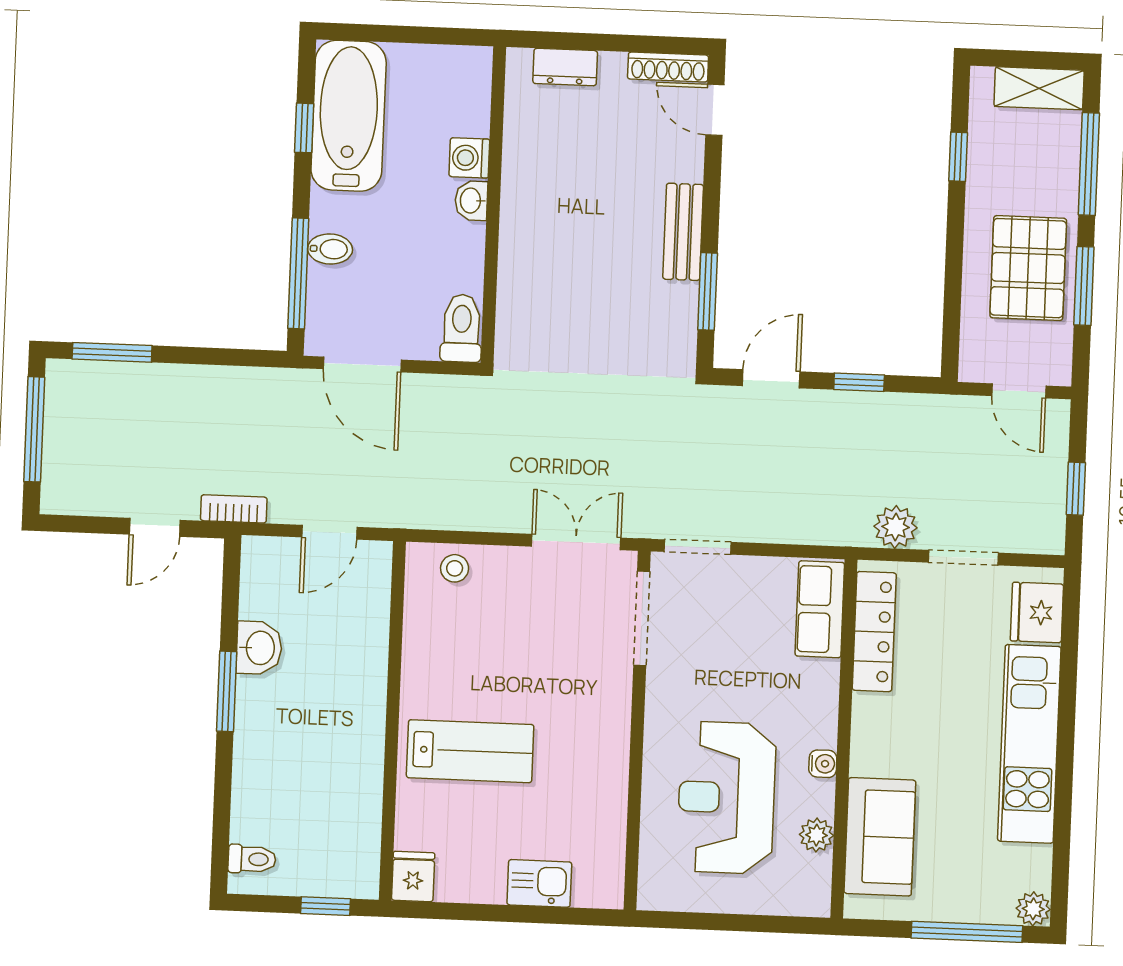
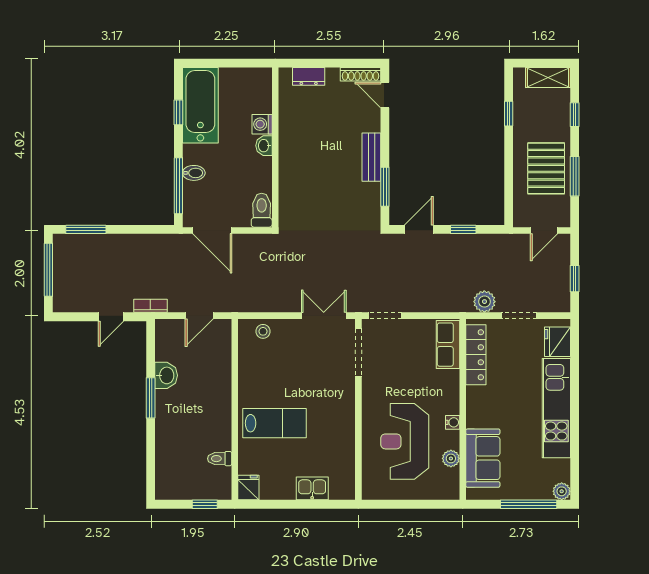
window: (1089, 164) -> (575, 115), width x0.46
door: (1019, 391) -> (544, 230), hinge flipped
toilet: (252, 859) -> (220, 459), moved, turned 180

